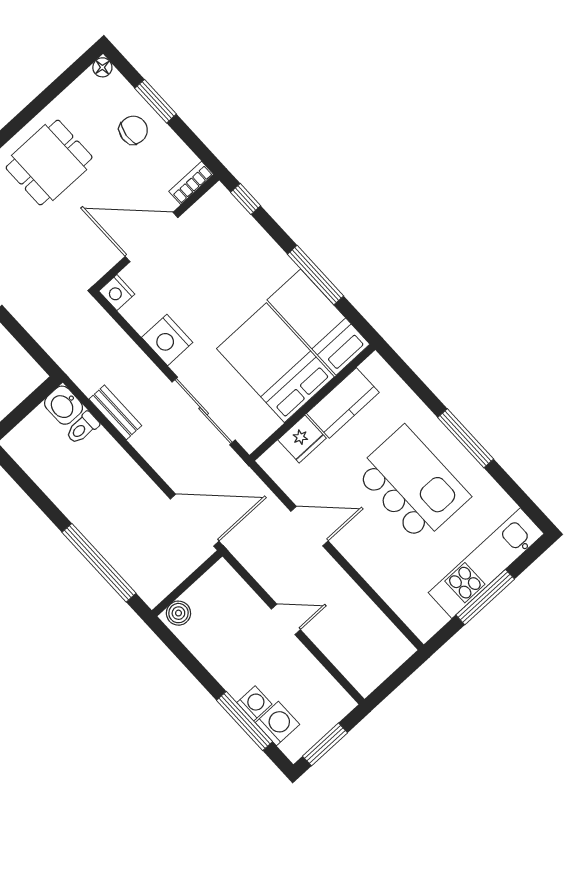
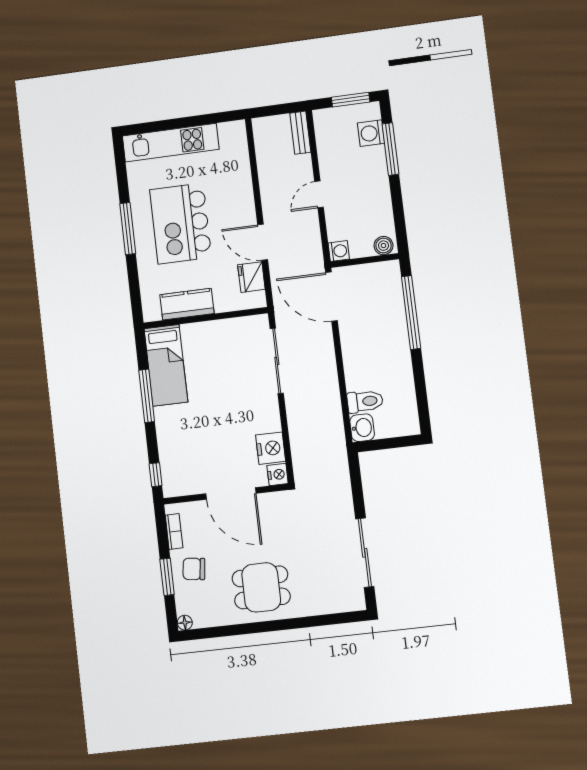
bookcase: (191, 183) -> (174, 532), moved, turned -90
nightstand: (167, 340) -> (271, 448), moved
bed: (275, 363) -> (211, 359), removed
bench: (115, 412) -> (300, 133), moved
toilet: (82, 428) -> (365, 401), width x1.37, depth x1.39
fridge: (302, 439) -> (251, 277), moved, turned -90
window: (485, 597) -> (186, 122), removed
door: (286, 619) -> (319, 194), hinge flipped
washing machine: (254, 703) -> (339, 251), moved, turned 180

